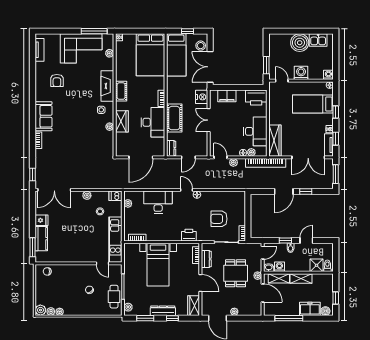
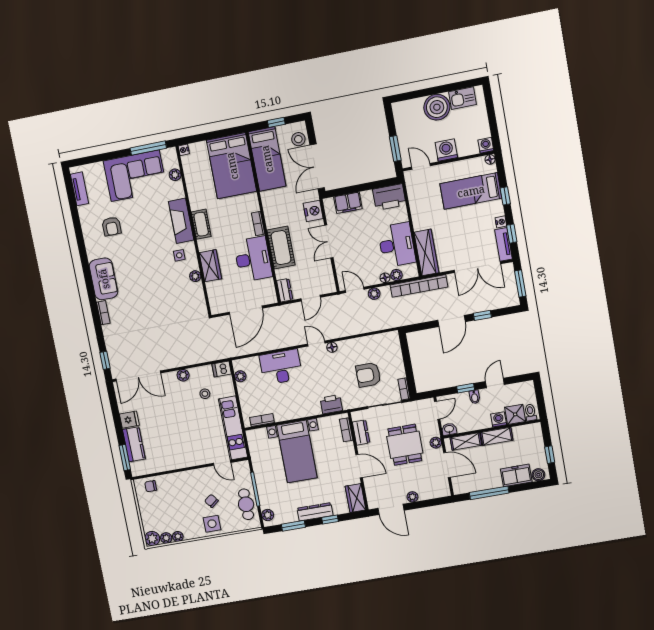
washing machine: (279, 267) -> (499, 419), moved
side table: (86, 307) -> (212, 524), added

